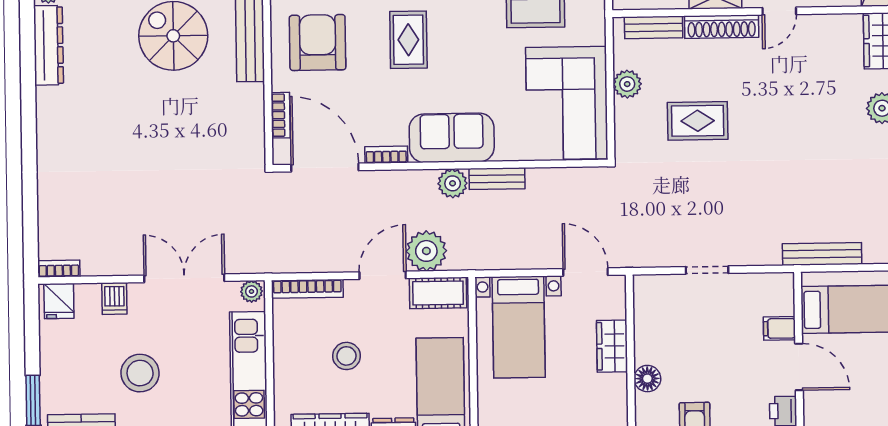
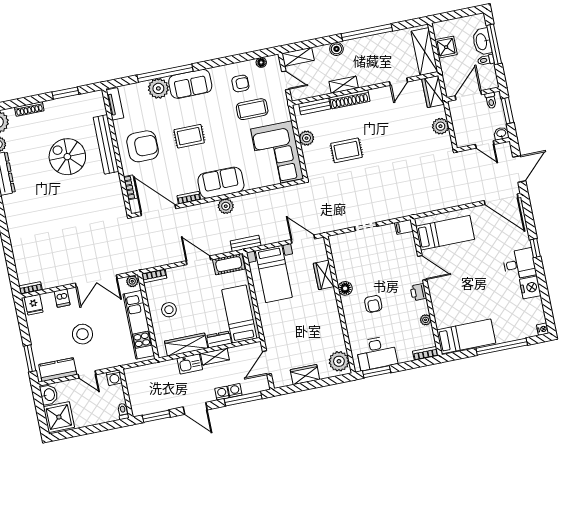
door: (779, 11) -> (399, 82), moved
rug: (408, 40) -> (189, 136), turned 90
armchair: (318, 43) -> (143, 146), turned 90
bench: (497, 179) -> (246, 243), moved
plant: (426, 251) -> (219, 244), removed
bench: (822, 254) -> (423, 207), removed
door: (383, 275) -> (198, 260), hinge flipped
double door: (184, 278) -> (96, 281), swing flipped
bookcase: (307, 289) -> (154, 276), width x0.64
filing cabinet: (779, 328) -> (404, 227), moved
stool: (346, 356) -> (169, 310), moved

